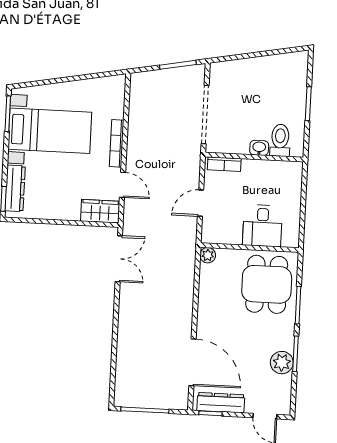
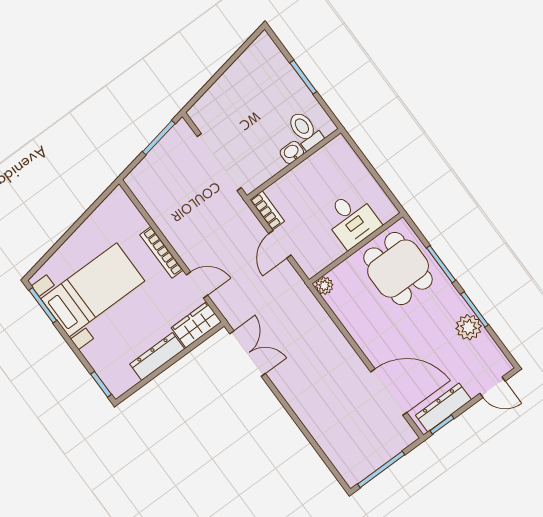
bookcase: (224, 164) -> (267, 211), moved, turned -90
dresser: (15, 188) -> (157, 357), moved, turned -90

